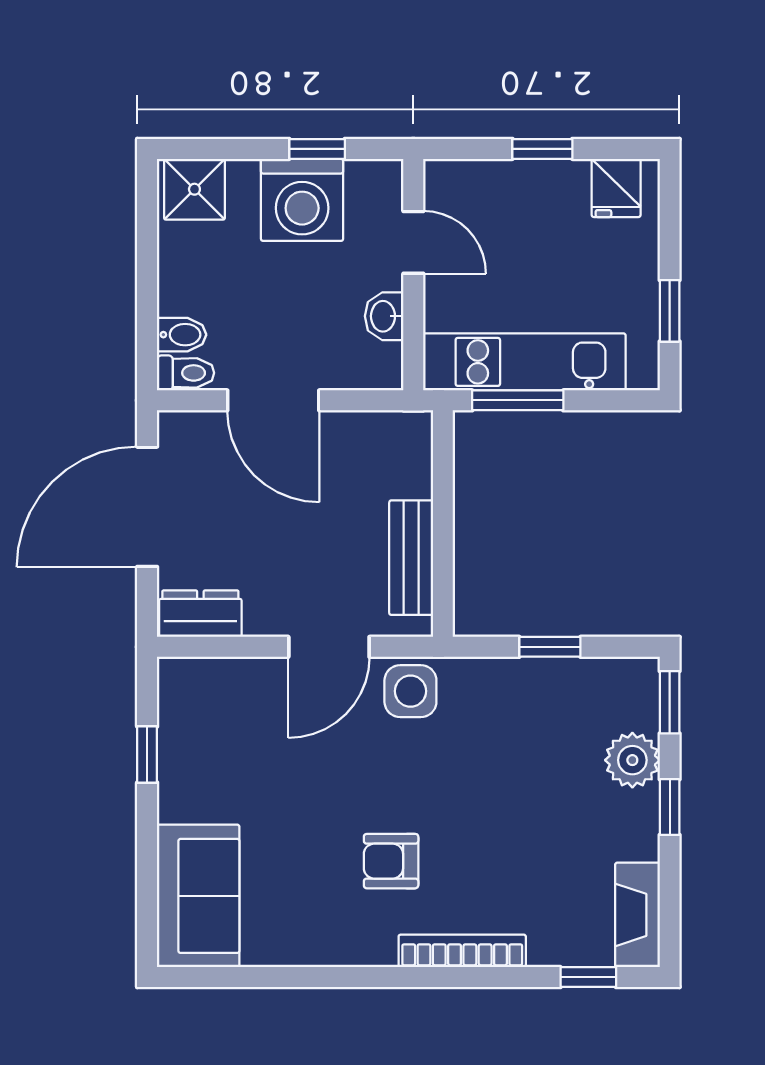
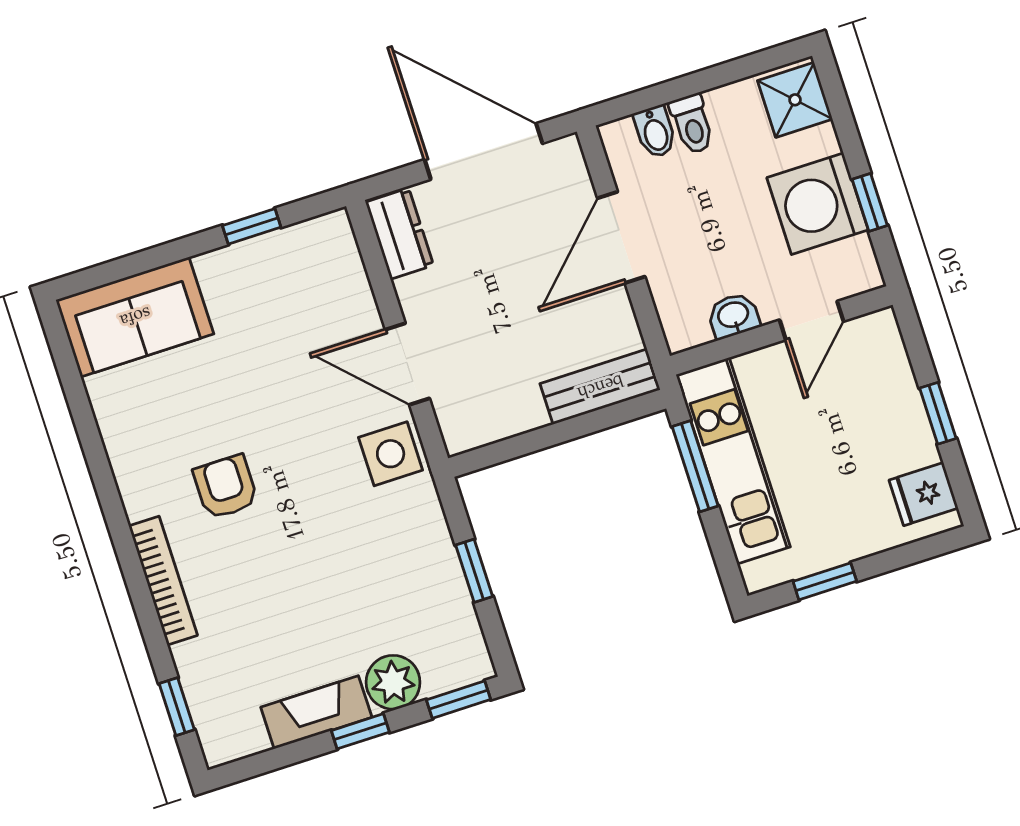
toilet: (186, 373) -> (692, 124), moved
bench: (411, 558) -> (600, 387), moved
fireplace: (637, 915) -> (316, 712), moved

